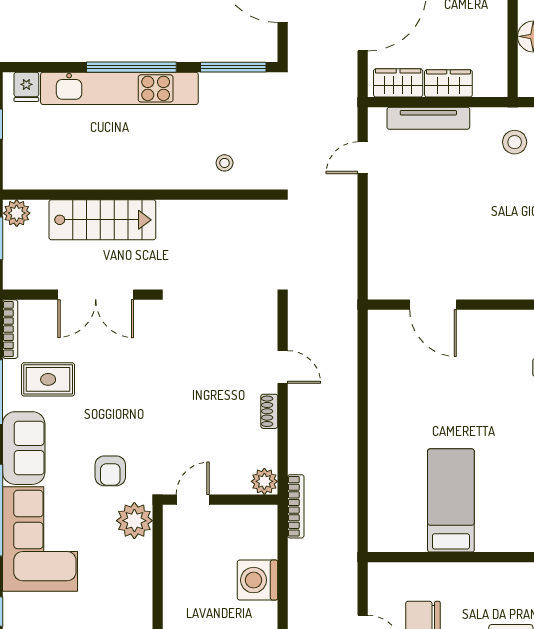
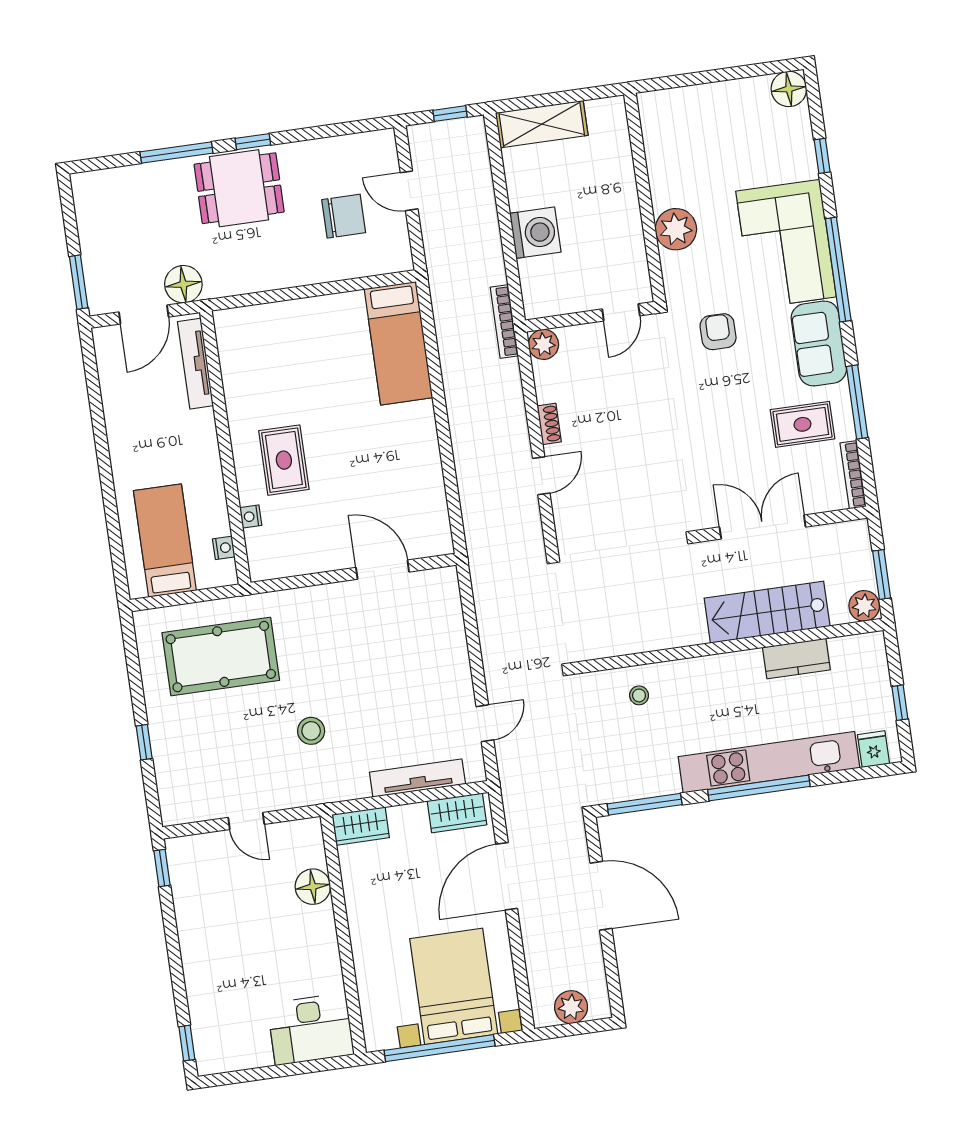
wardrobe: (448, 83) -> (361, 826), moved
stool: (515, 142) -> (311, 731), moved
kitchen counter: (83, 176) -> (796, 659), added
door: (283, 367) -> (541, 476), swing flipped
rug: (506, 413) -> (284, 460), added
bed: (451, 500) -> (398, 343), moved
plant: (134, 521) -> (676, 229), moved

